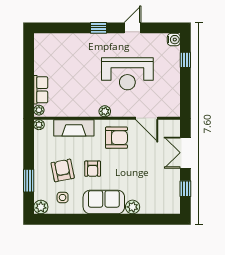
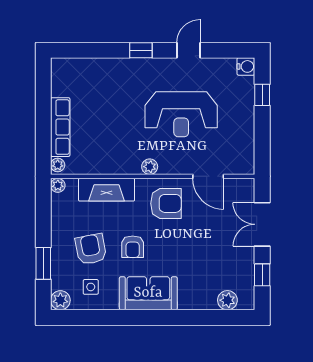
row of seats: (41, 90) -> (60, 127), width x1.48
plant: (133, 207) -> (227, 300), moved

